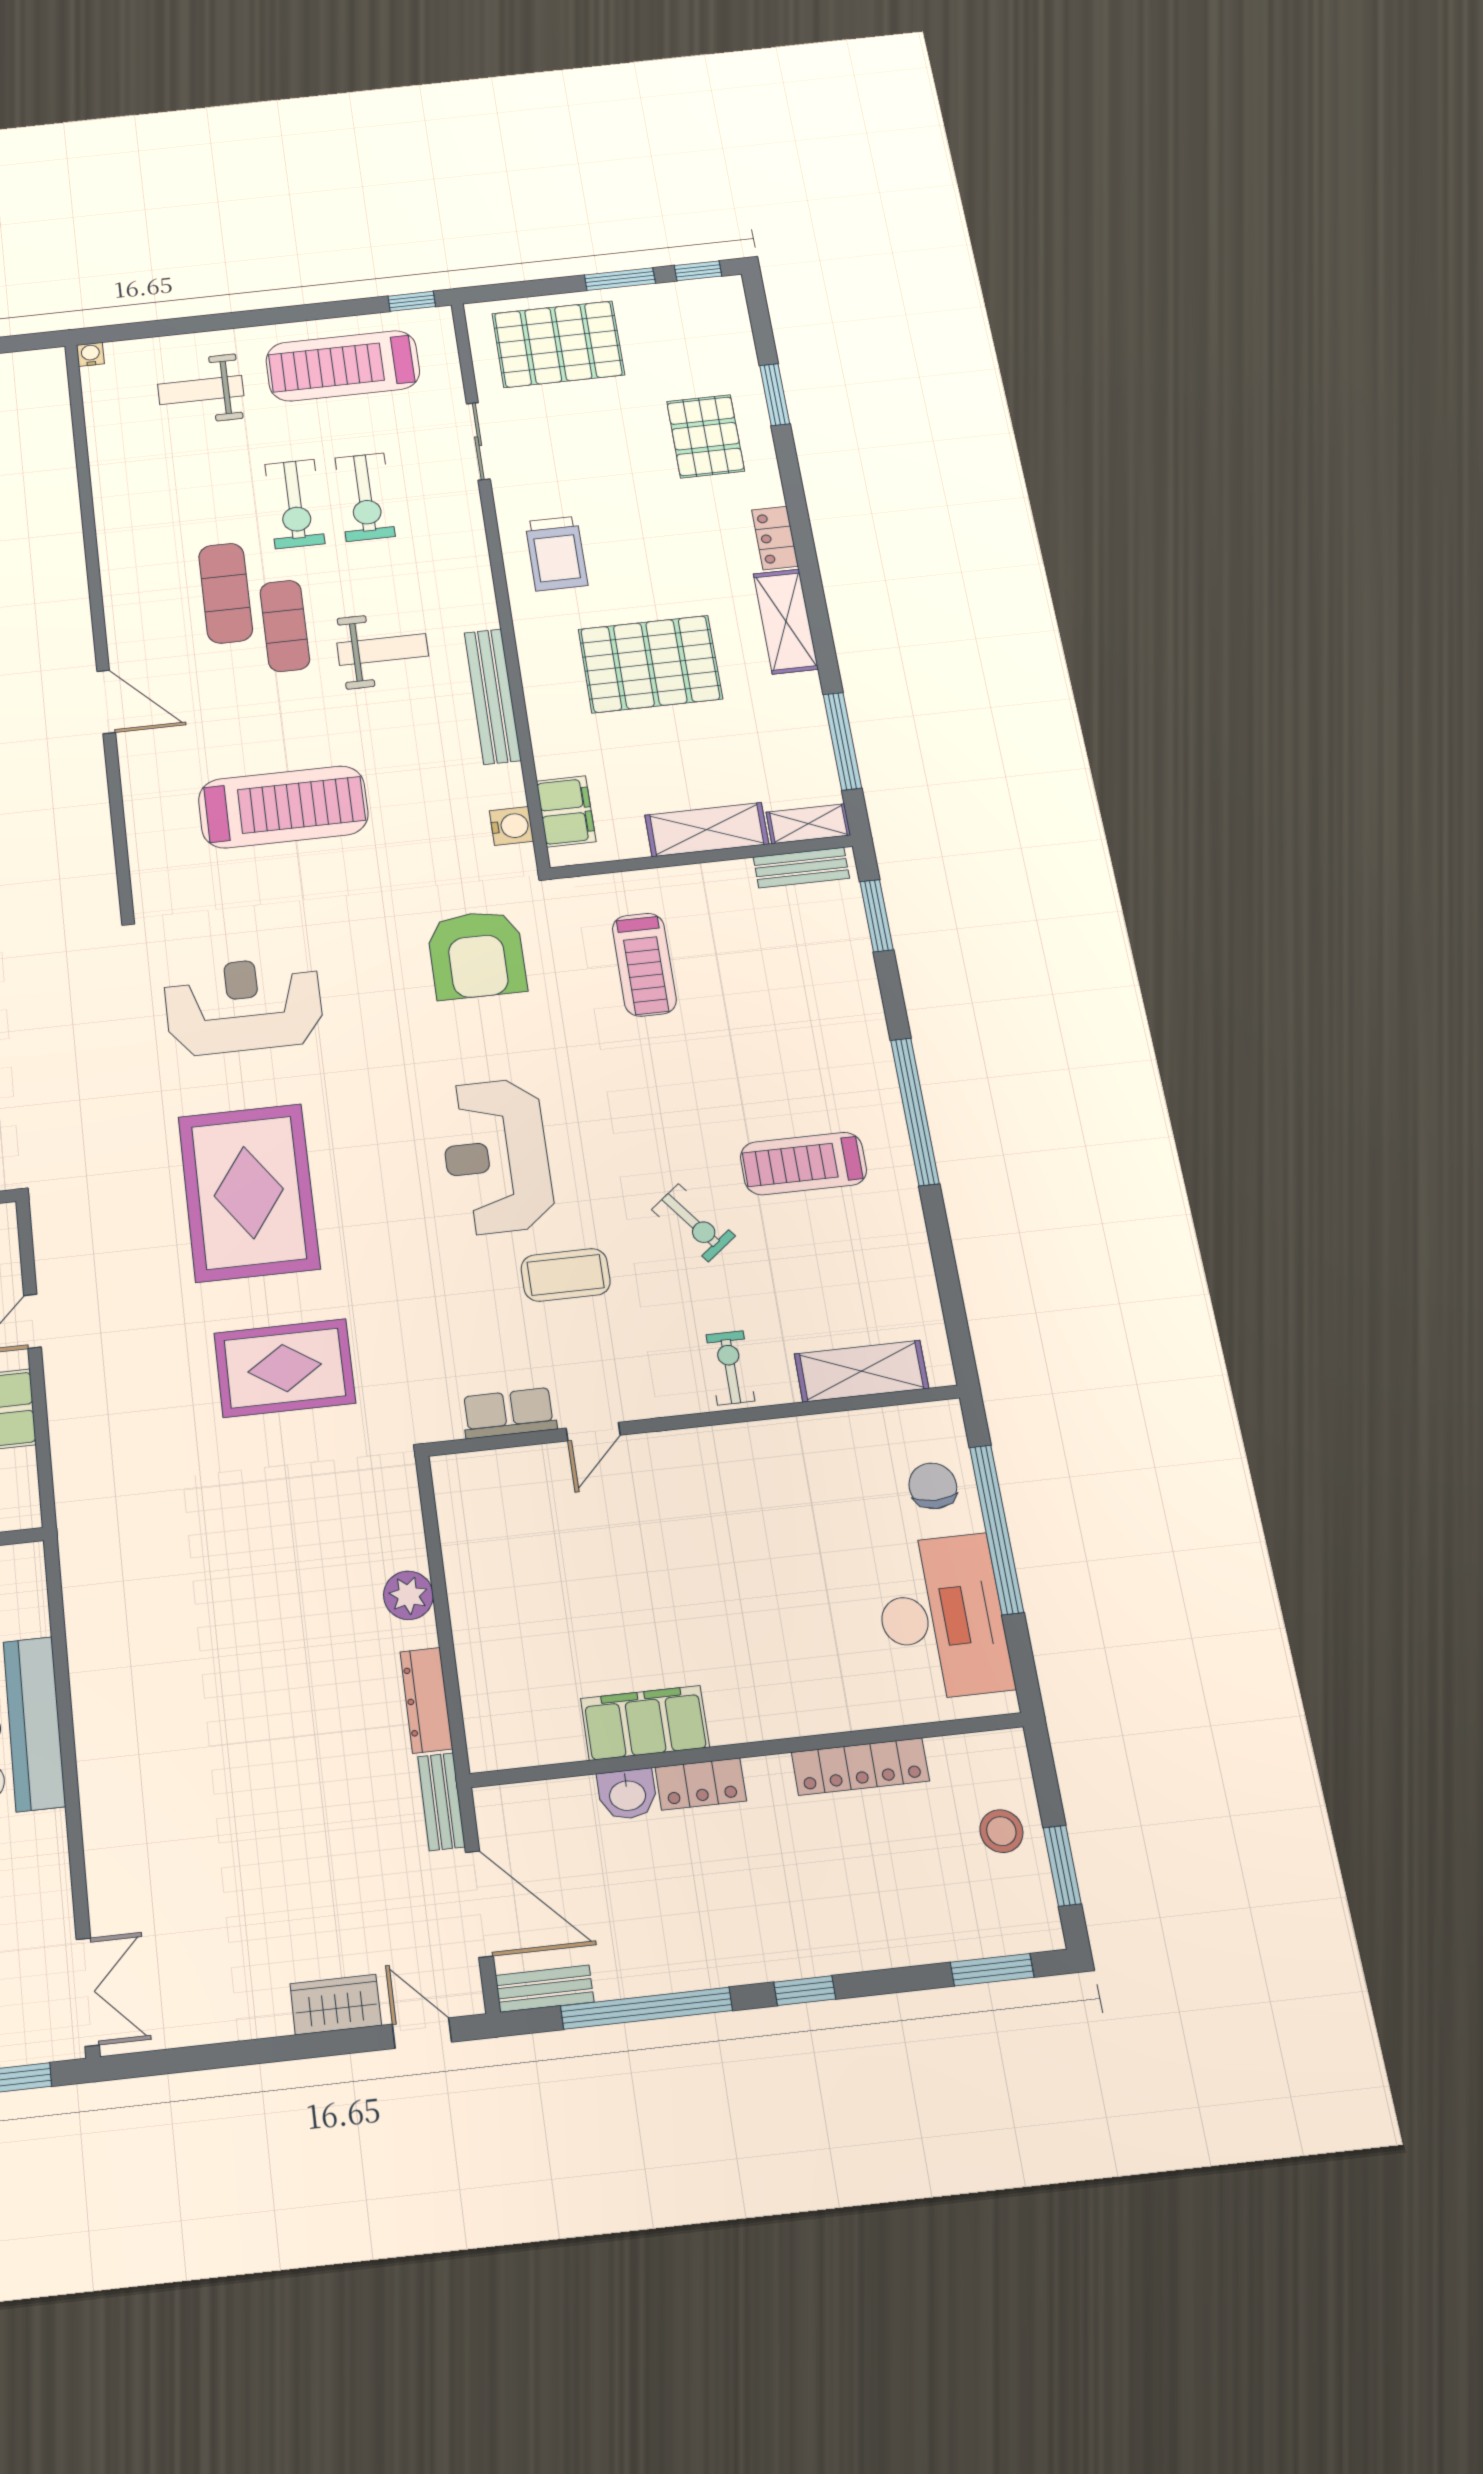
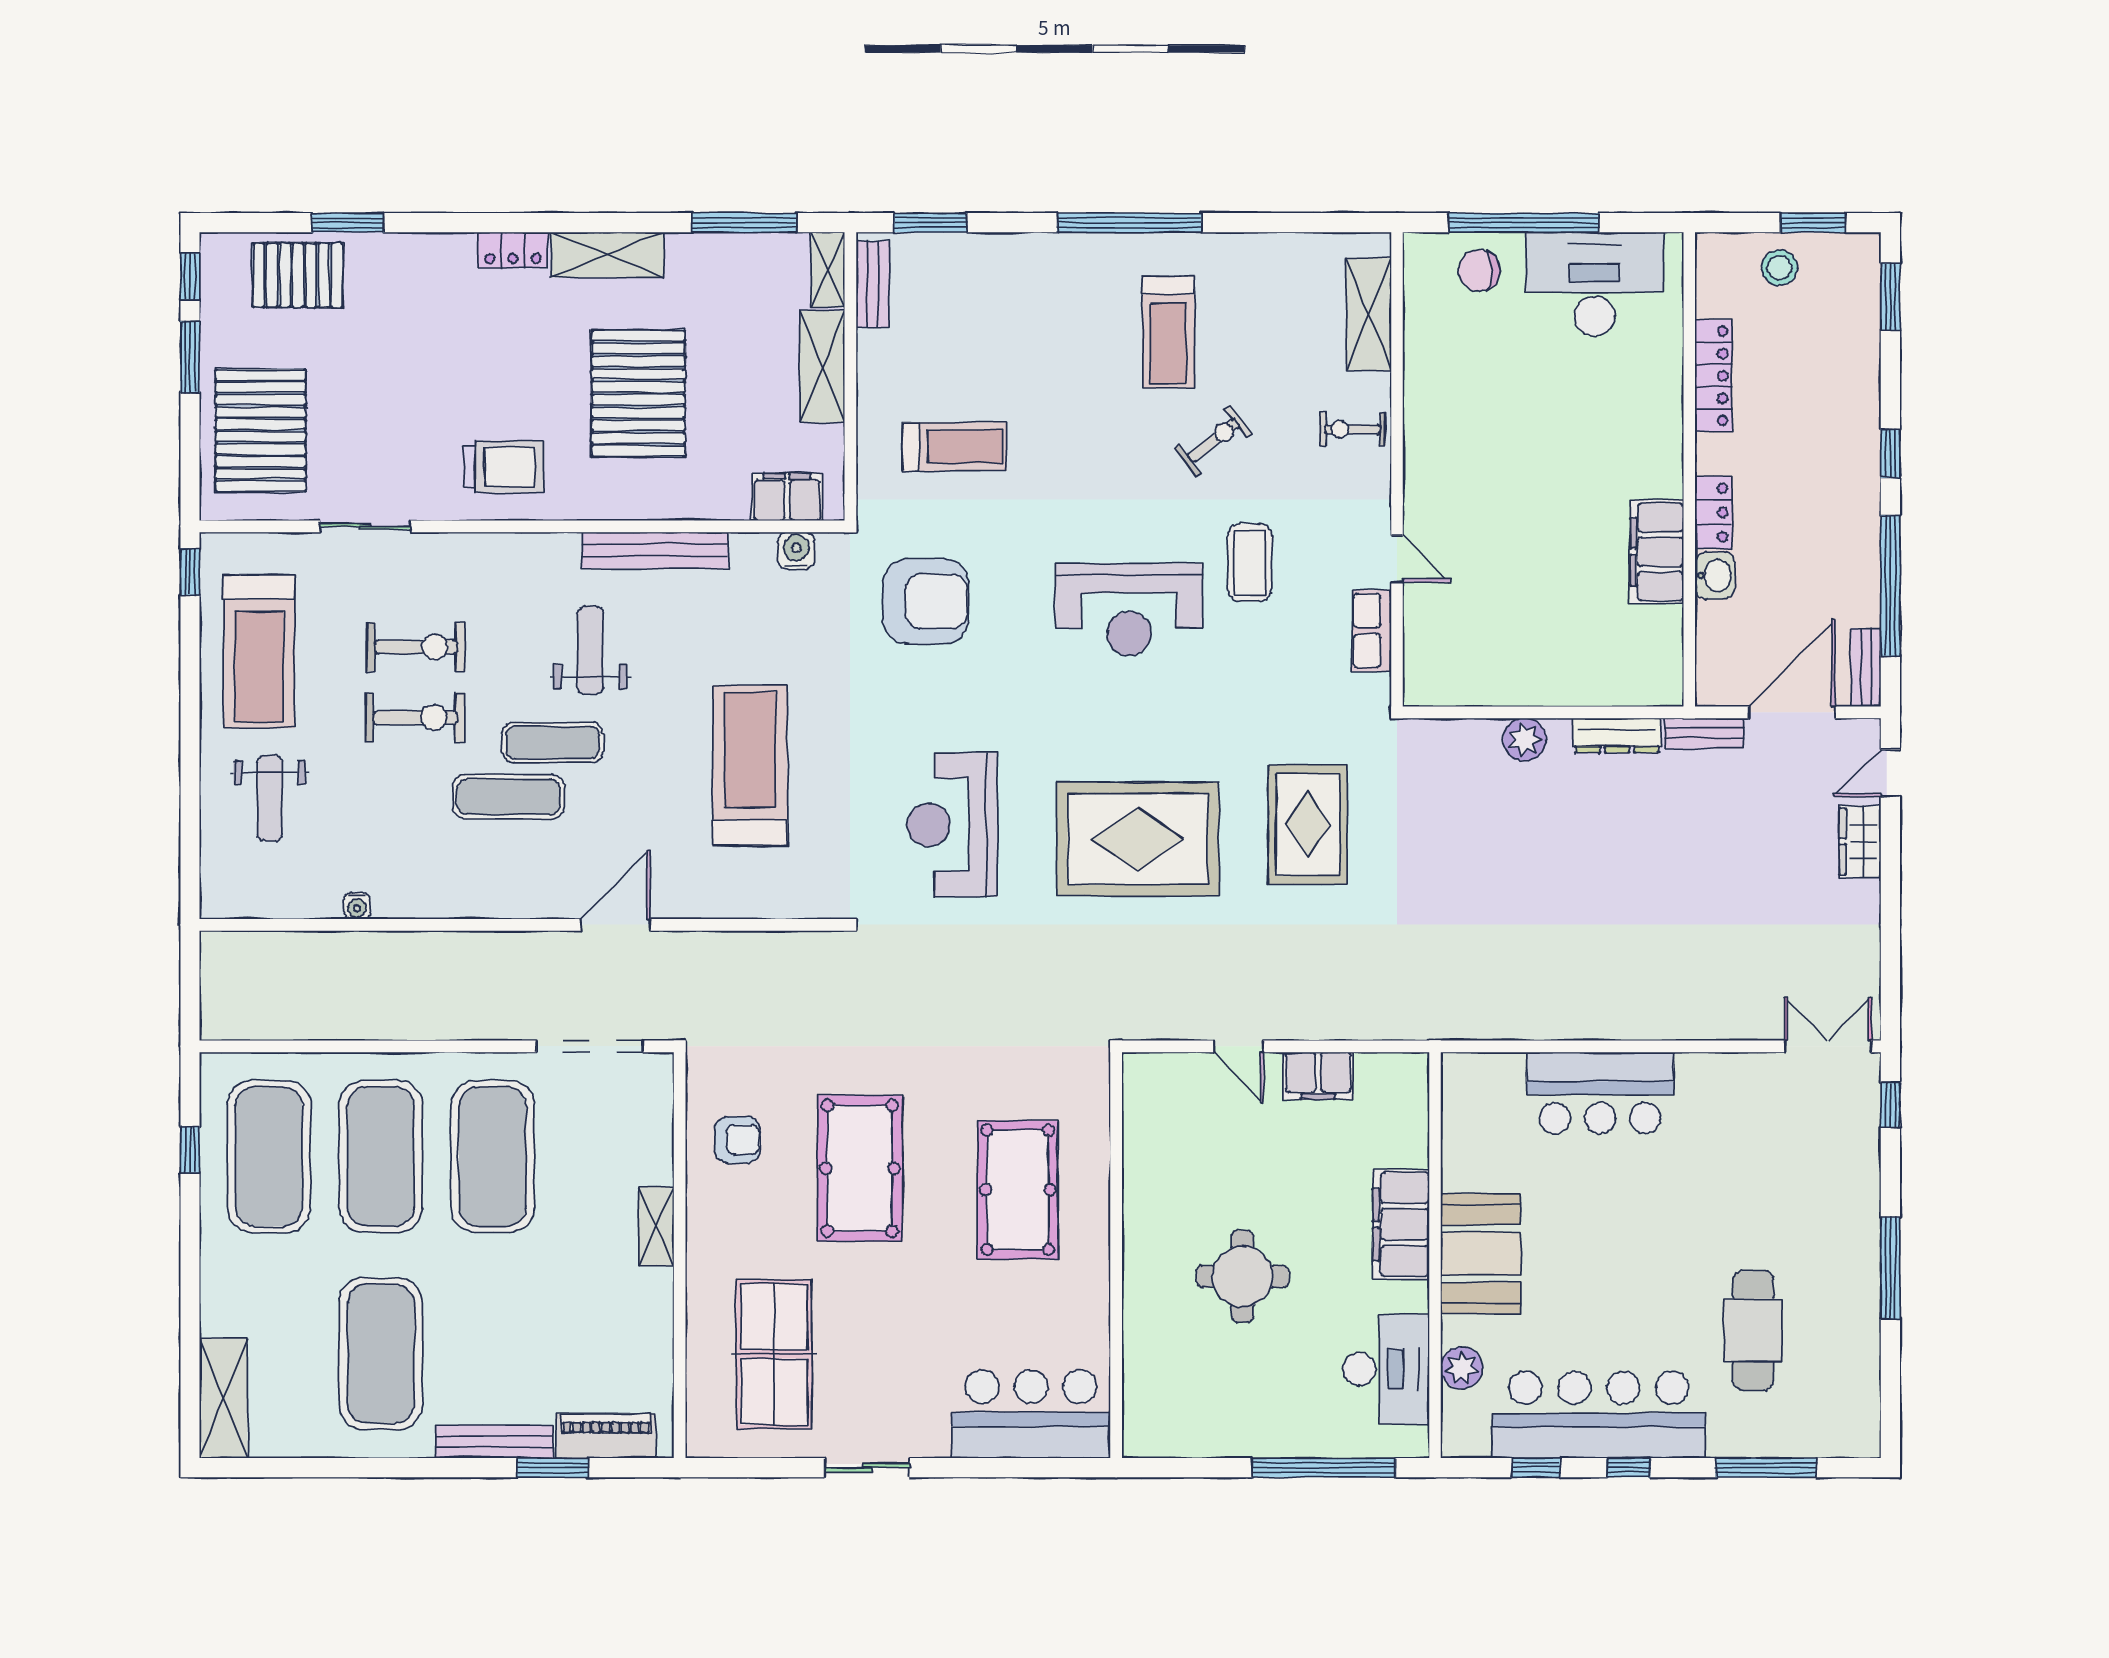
water cooler: (90, 354) -> (357, 906), moved, turned -90
pallet: (706, 436) -> (298, 275), moved

